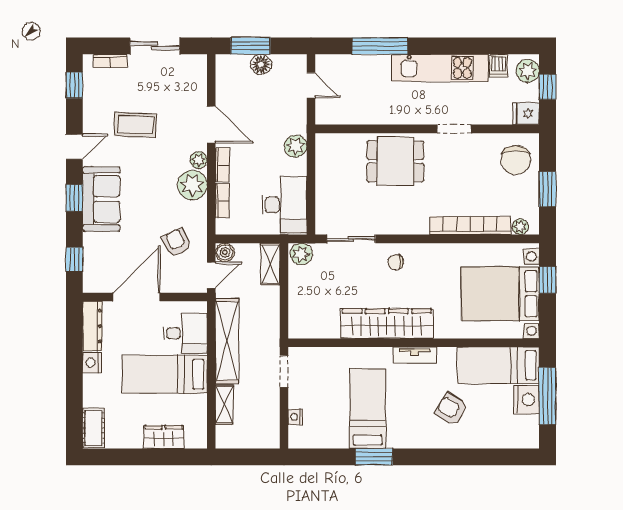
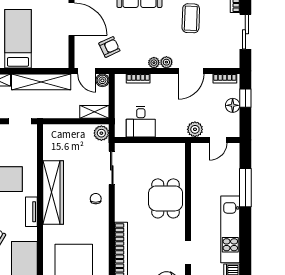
window: (250, 46) -> (245, 98), width x0.67
doorway: (454, 129) -> (188, 253), moved
plant: (296, 146) -> (195, 129), moved
bookcase: (222, 165) -> (225, 79), moved
plant: (192, 185) -> (154, 63), width x0.53, depth x0.53
desk: (284, 205) -> (141, 122), width x0.73
desk: (185, 333) -> (46, 53), removed

